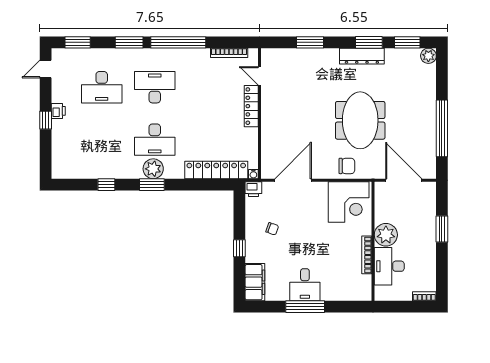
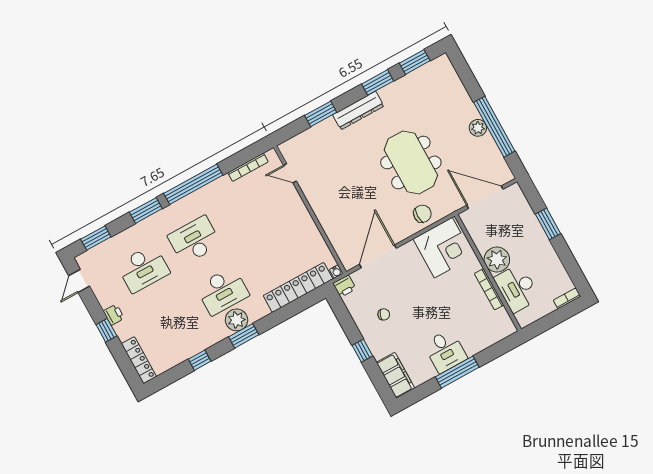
dresser: (362, 56) -> (358, 110), moved
plant: (428, 56) -> (478, 128), moved
locker: (251, 106) -> (139, 360), moved, turned 180

